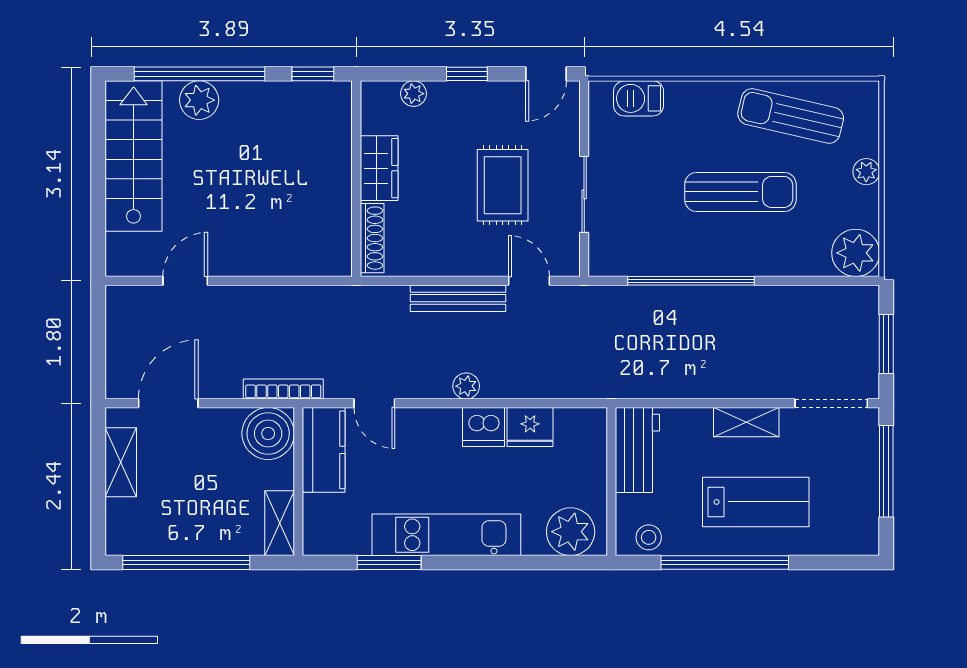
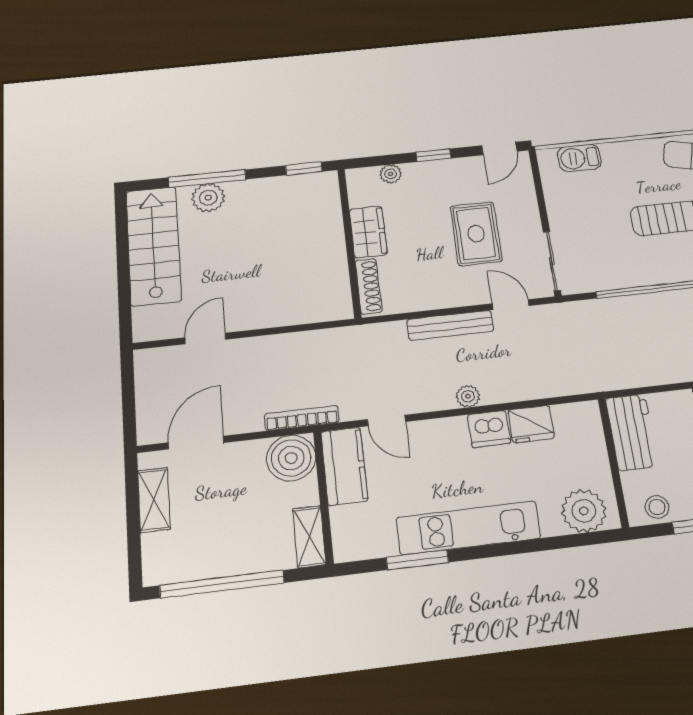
window: (199, 74) -> (207, 178), width x0.68
sliding door: (584, 194) -> (552, 261), moved

